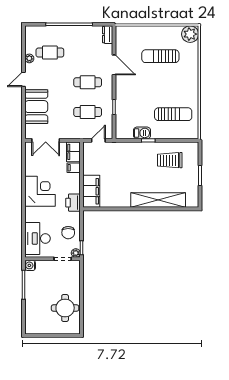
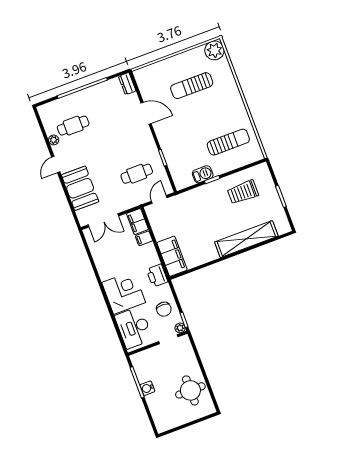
cafe table: (88, 82) -> (125, 142), removed
corner desk: (40, 191) -> (124, 292), moved
water cooler: (30, 265) -> (147, 388), moved

